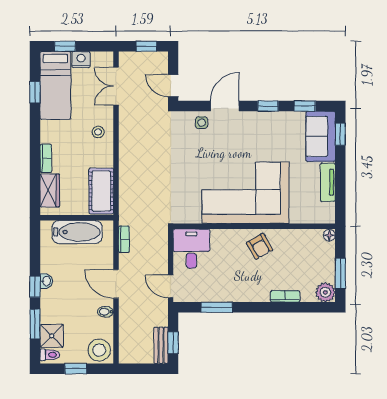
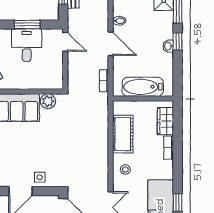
cot: (101, 191) -> (123, 134), moved
plant: (192, 214) -> (48, 101), added
desk: (191, 248) -> (27, 45), moved, turned 180

